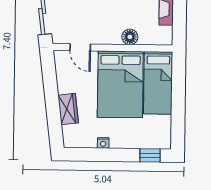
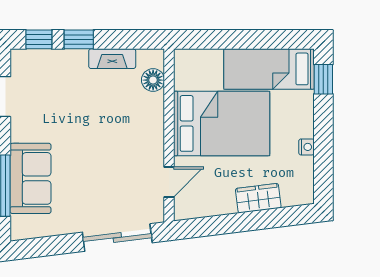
floor lamp: (130, 37) -> (153, 80), moved
bed: (158, 83) -> (269, 69), moved, turned 180

